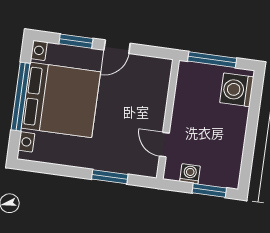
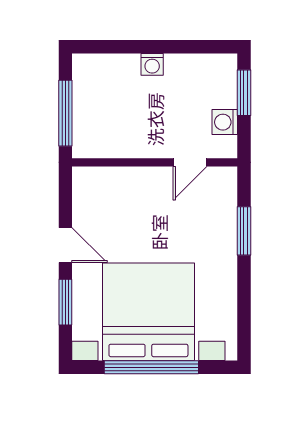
washing machine: (237, 90) -> (152, 64), moved, width x0.53, depth x0.53

